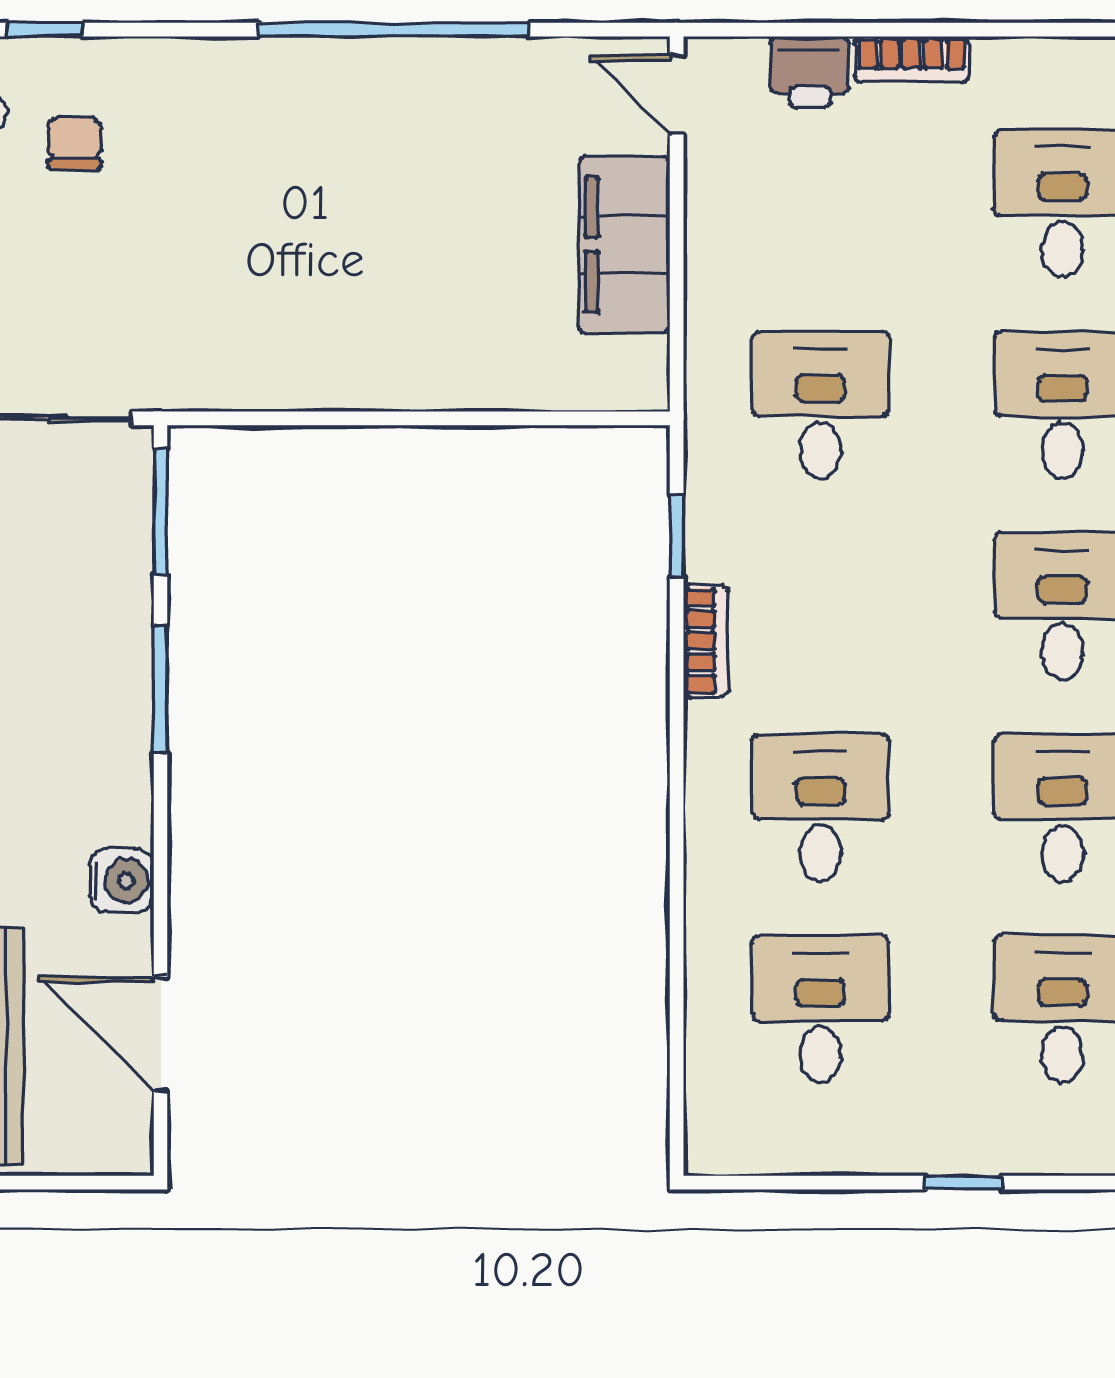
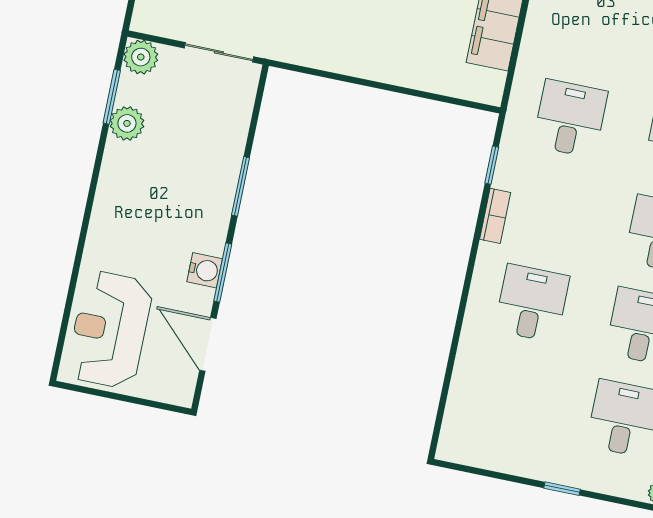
window: (161, 511) -> (223, 273), moved
desk: (820, 1009) -> (513, 396), removed

